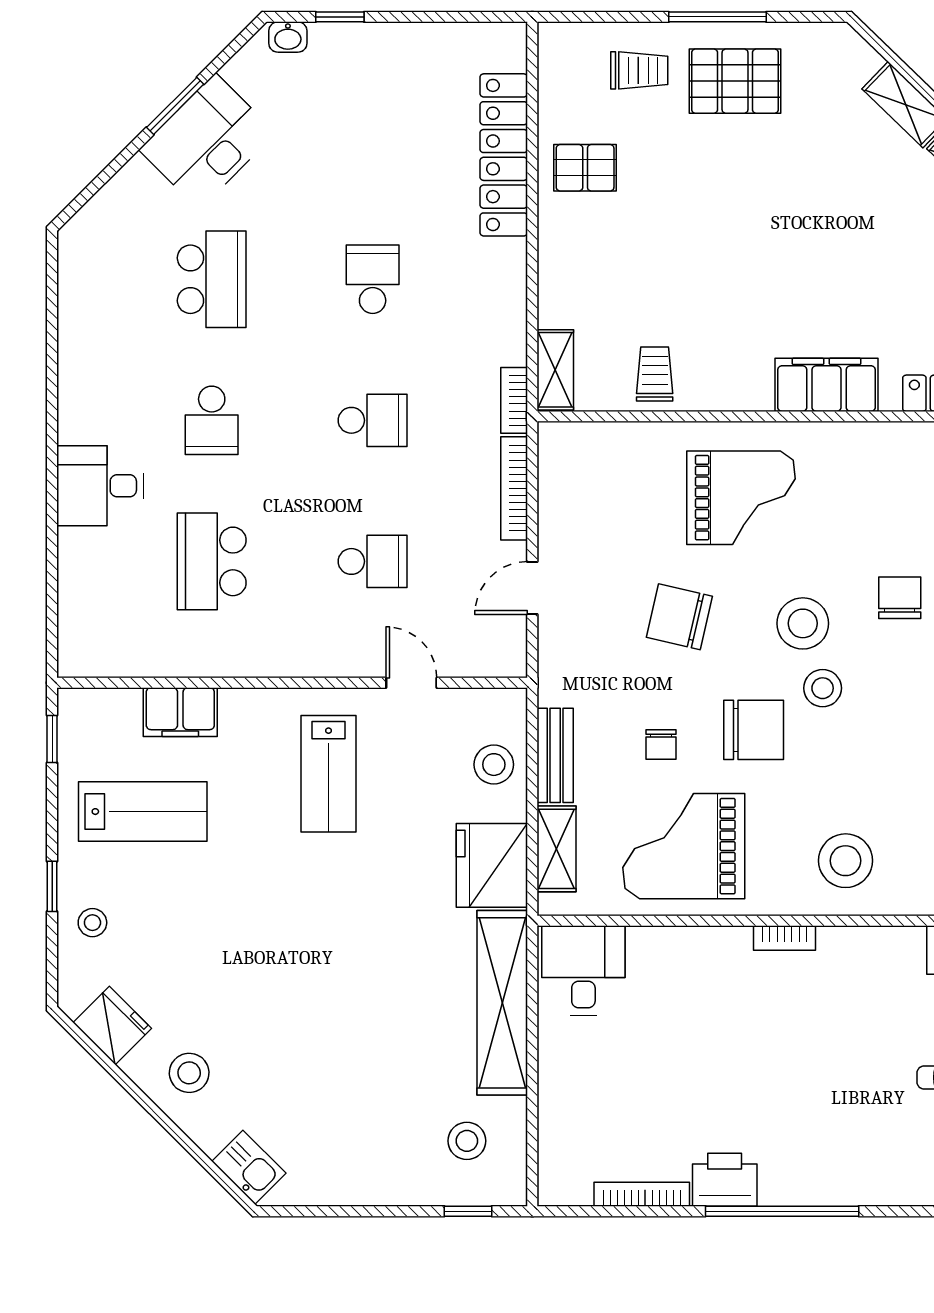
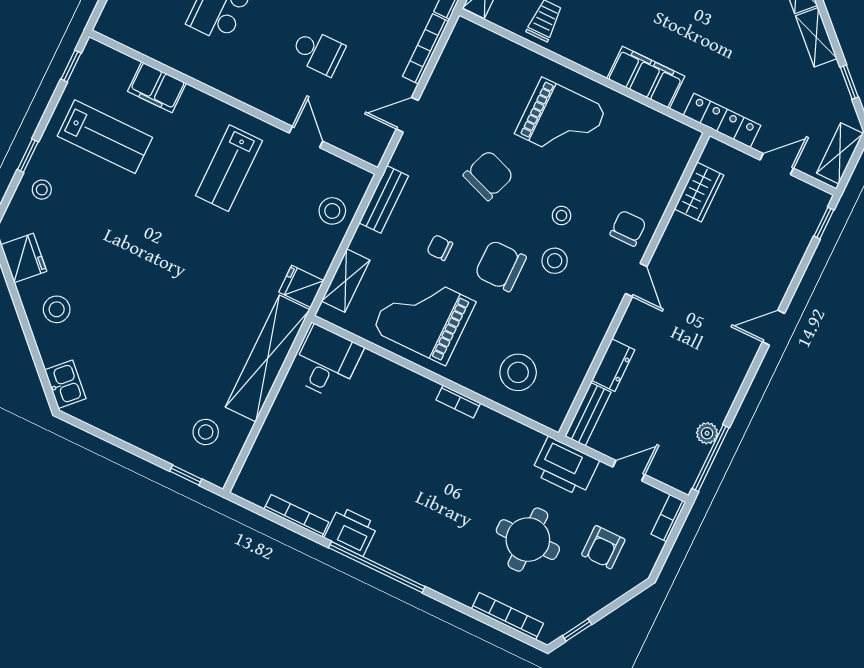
chair: (679, 617) -> (488, 175), turned 97
stool: (803, 623) -> (562, 216), width x0.53, depth x0.53
chair: (754, 730) -> (500, 266), turned 180
chair: (661, 745) -> (440, 248), turned 90
bench: (555, 755) -> (384, 199), moved
fridge: (492, 865) -> (301, 286), width x0.53, depth x0.75

